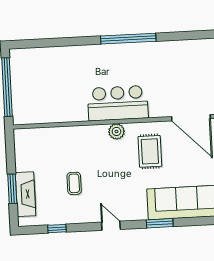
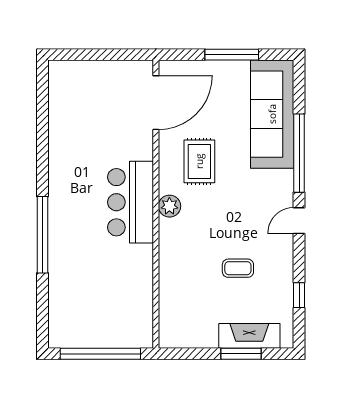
window: (128, 39) -> (42, 235), moved
rug: (150, 151) -> (199, 161), turned 90
window: (160, 223) -> (299, 153), width x2.11

